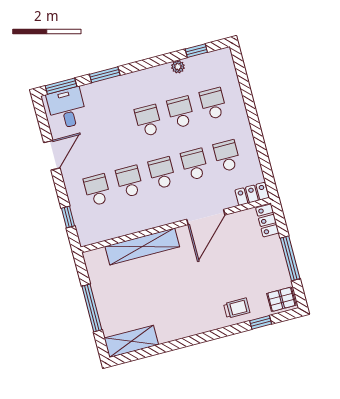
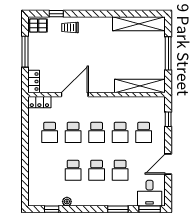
school desk: (213, 104) -> (120, 170), moved
shelving: (142, 247) -> (140, 86), moved
shelving: (131, 341) -> (139, 24), width x1.47

